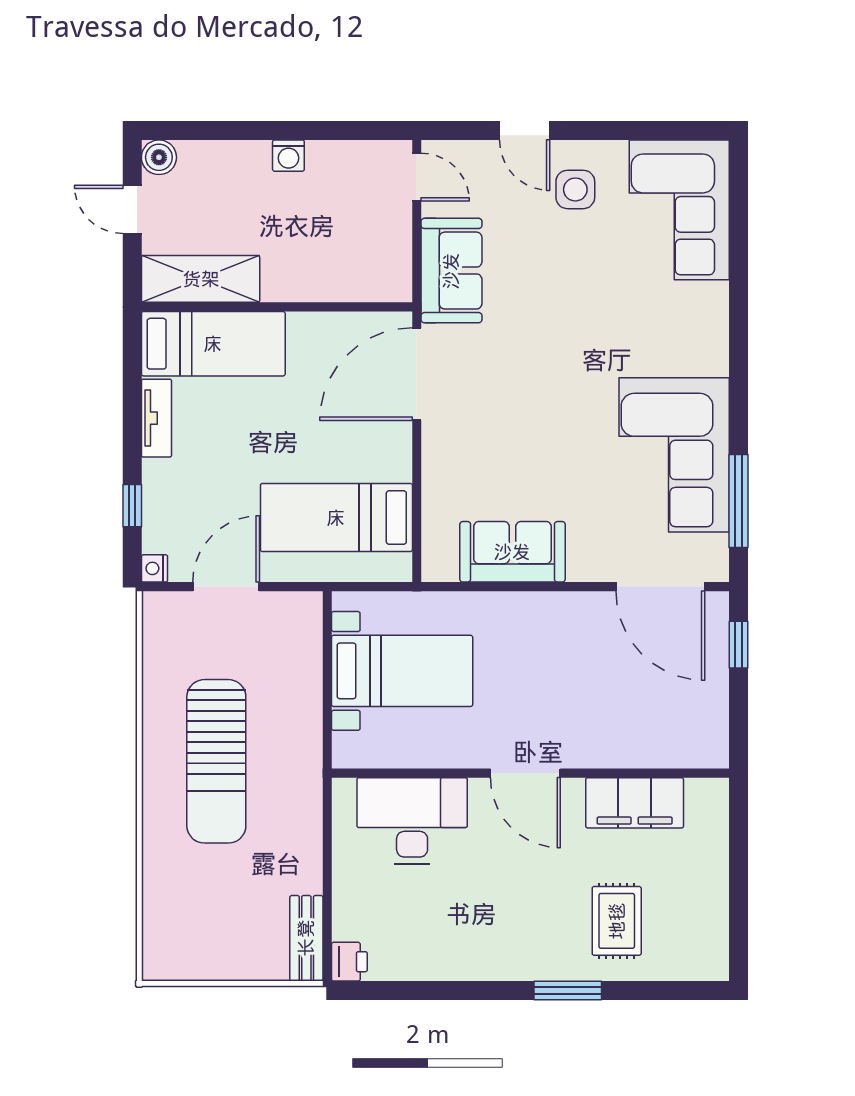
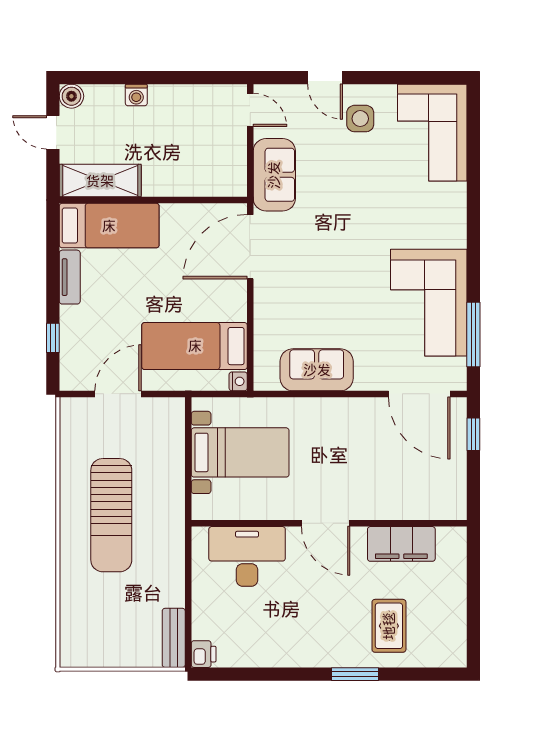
washing machine: (288, 156) -> (136, 95), moved
nightstand: (155, 568) -> (238, 381), moved, turned 180

